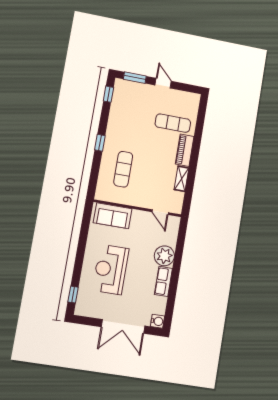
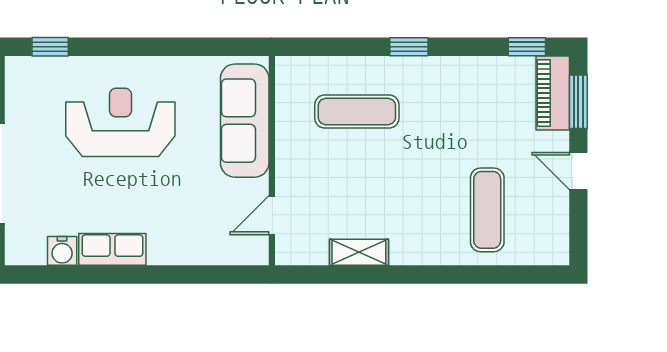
door: (163, 83) -> (578, 171), swing flipped
piano: (185, 150) -> (553, 93), moved, turned -90
sofa: (113, 216) -> (245, 121), width x1.36
plant: (164, 256) -> (172, 242), removed
water cooler: (157, 321) -> (62, 251), moved

